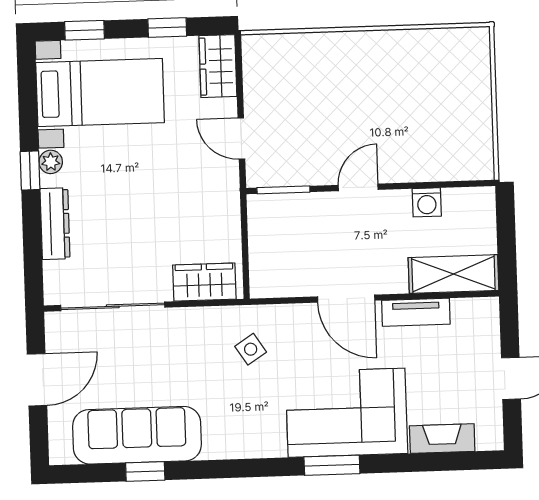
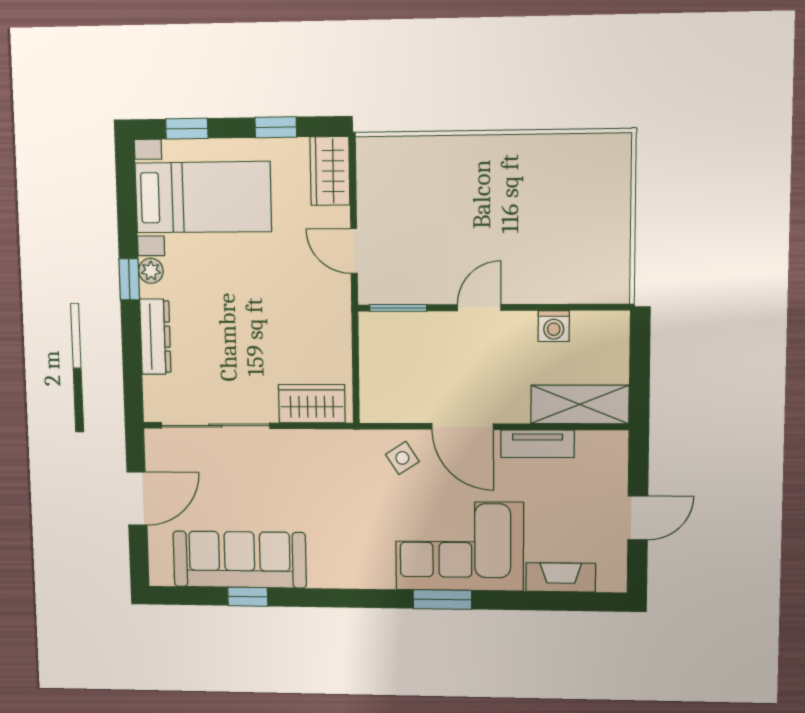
side table: (251, 349) -> (402, 458), moved

